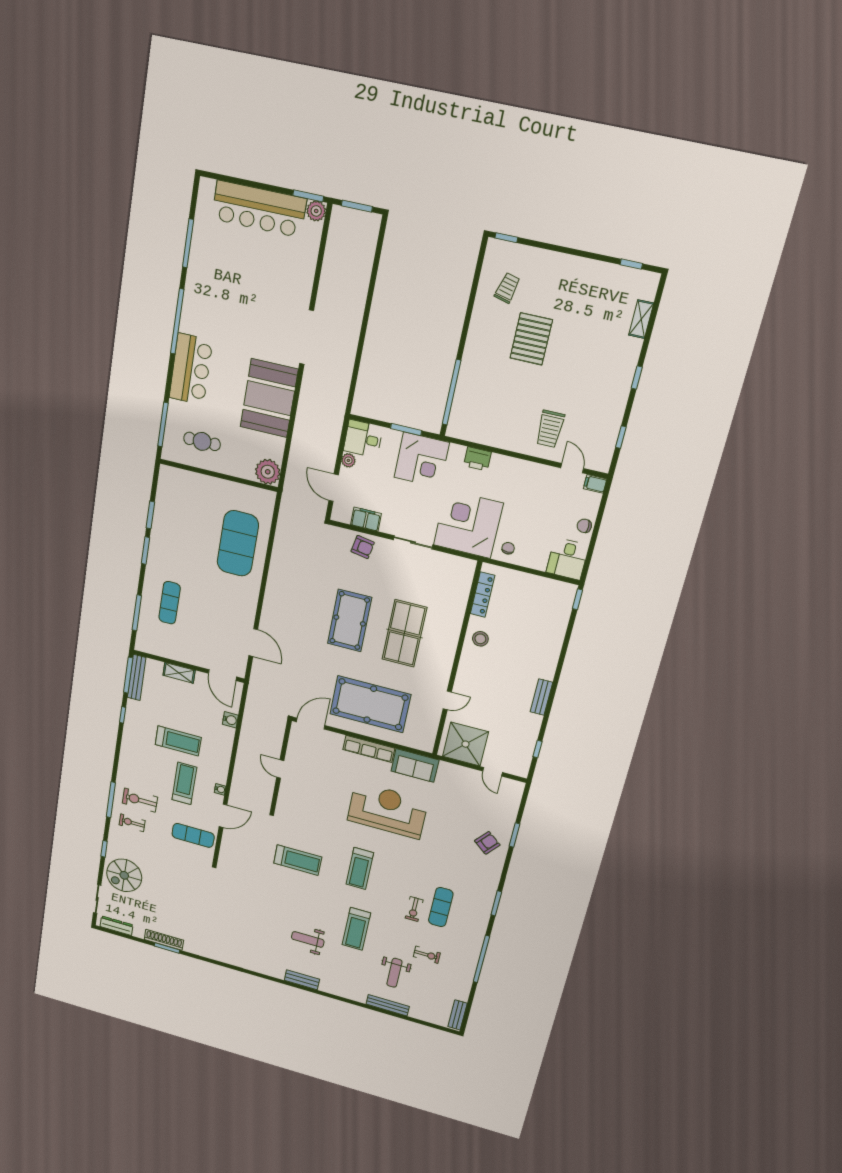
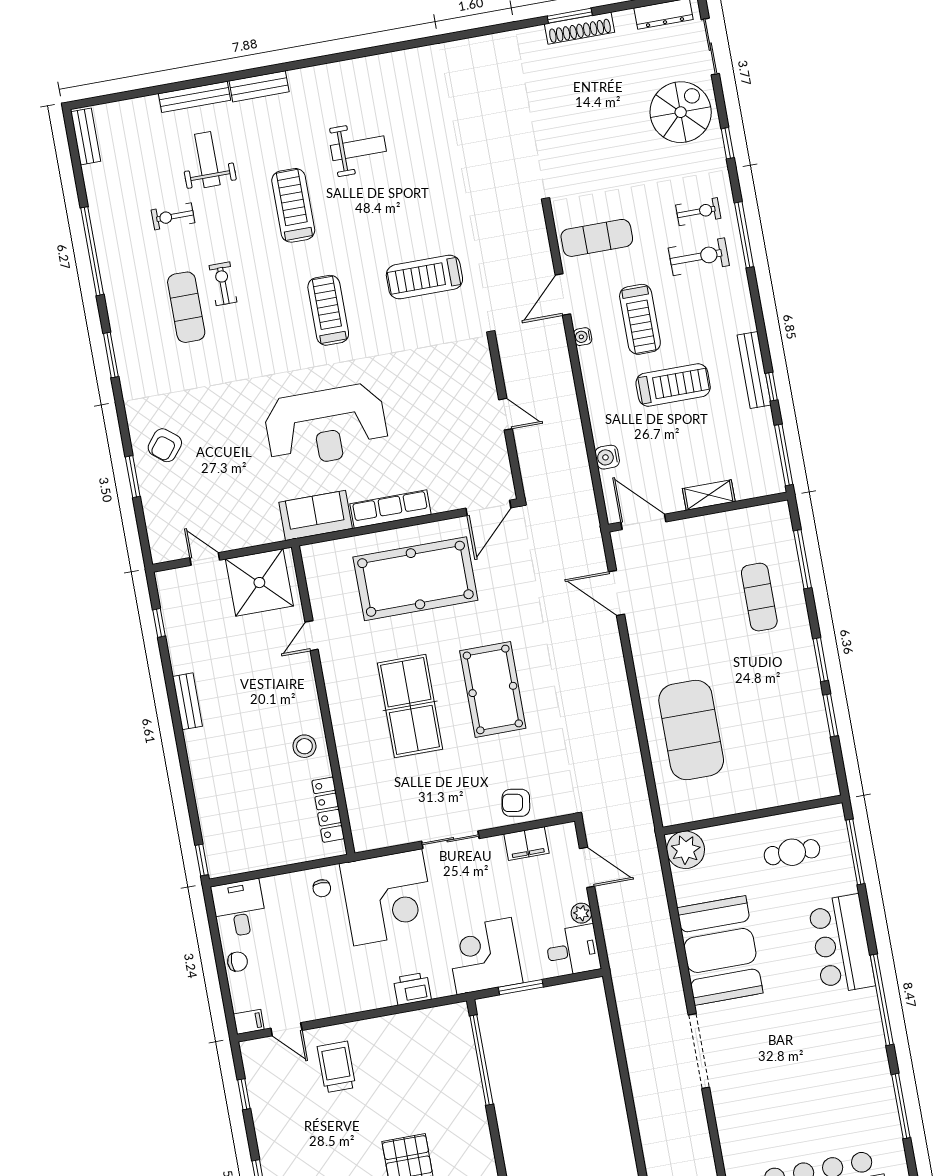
bench: (137, 677) -> (754, 370), moved
treadmill: (178, 741) -> (673, 385), turned 180
bench: (302, 980) -> (259, 86), moved

